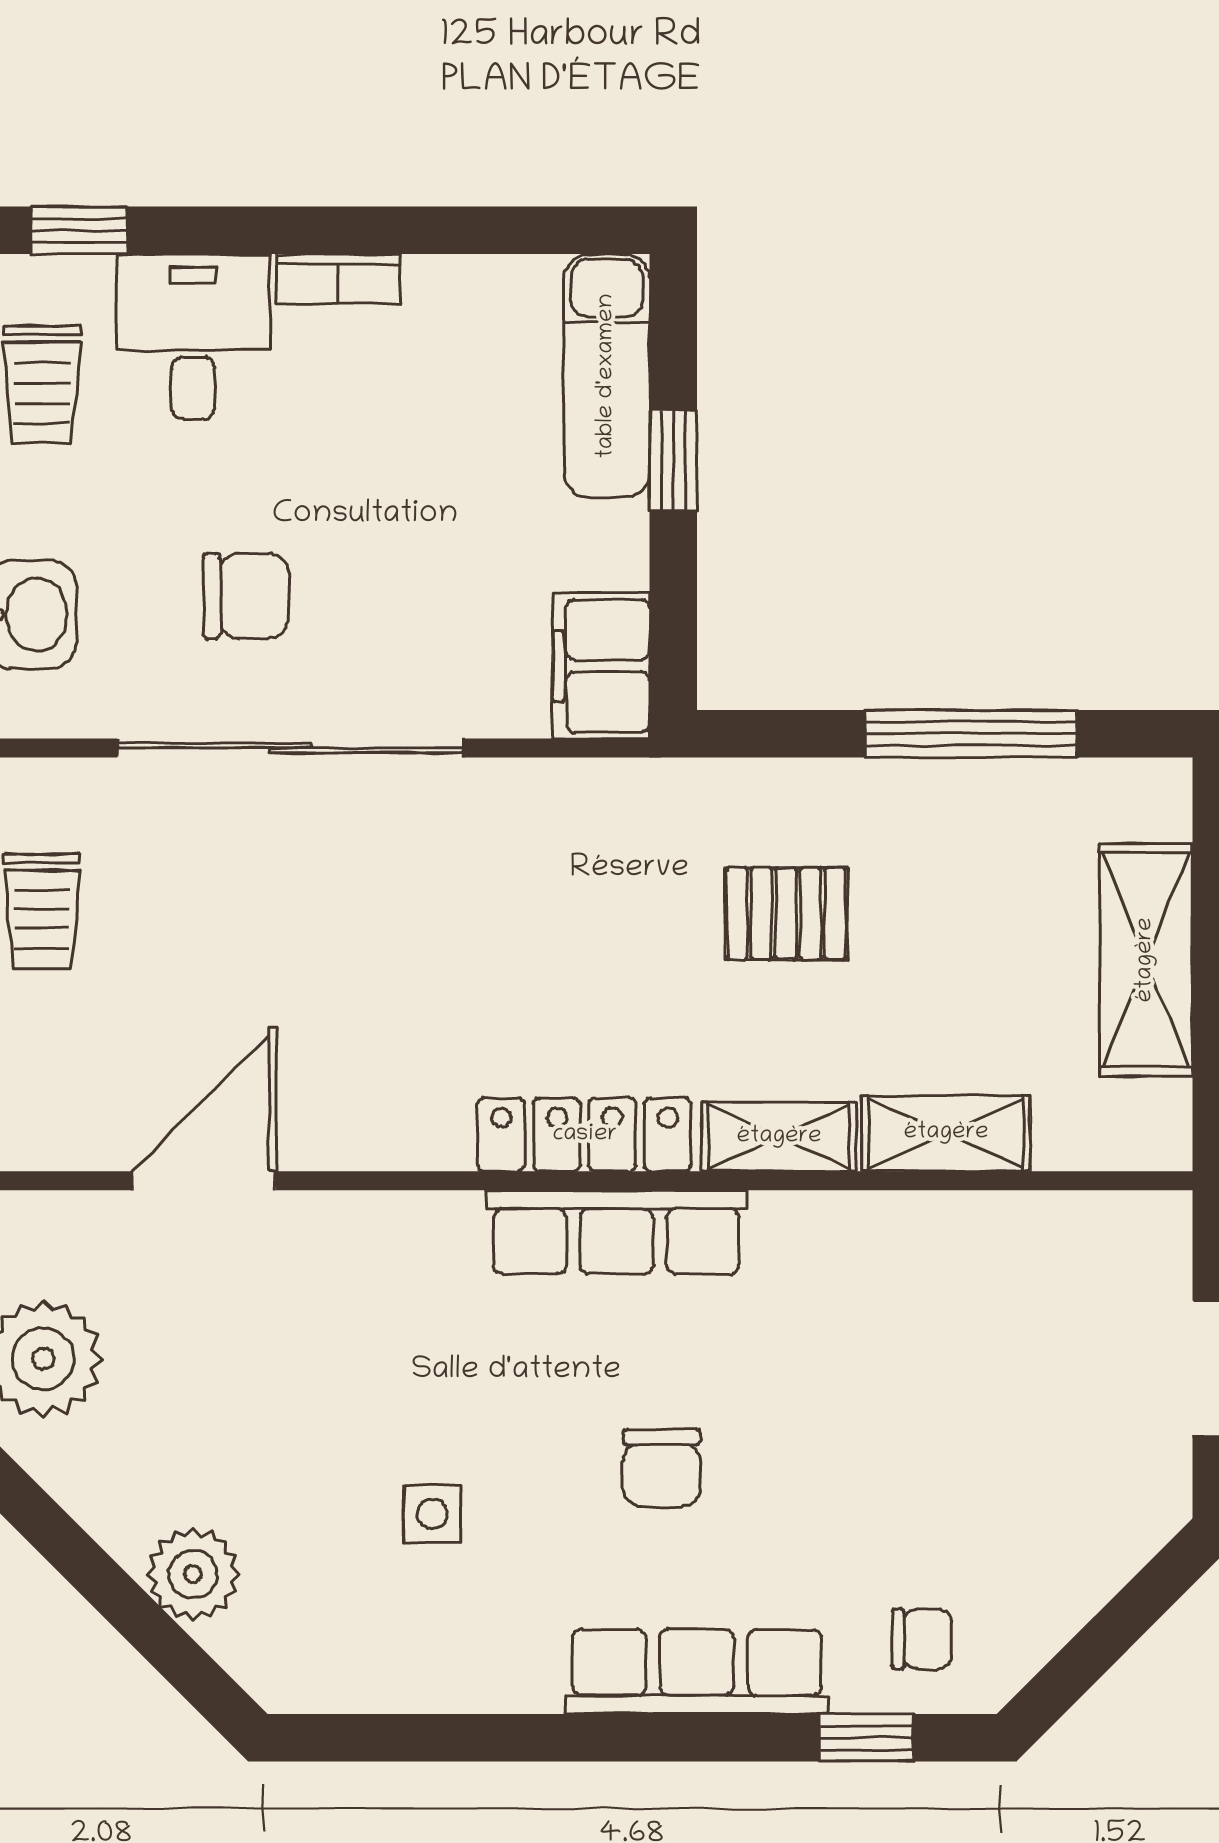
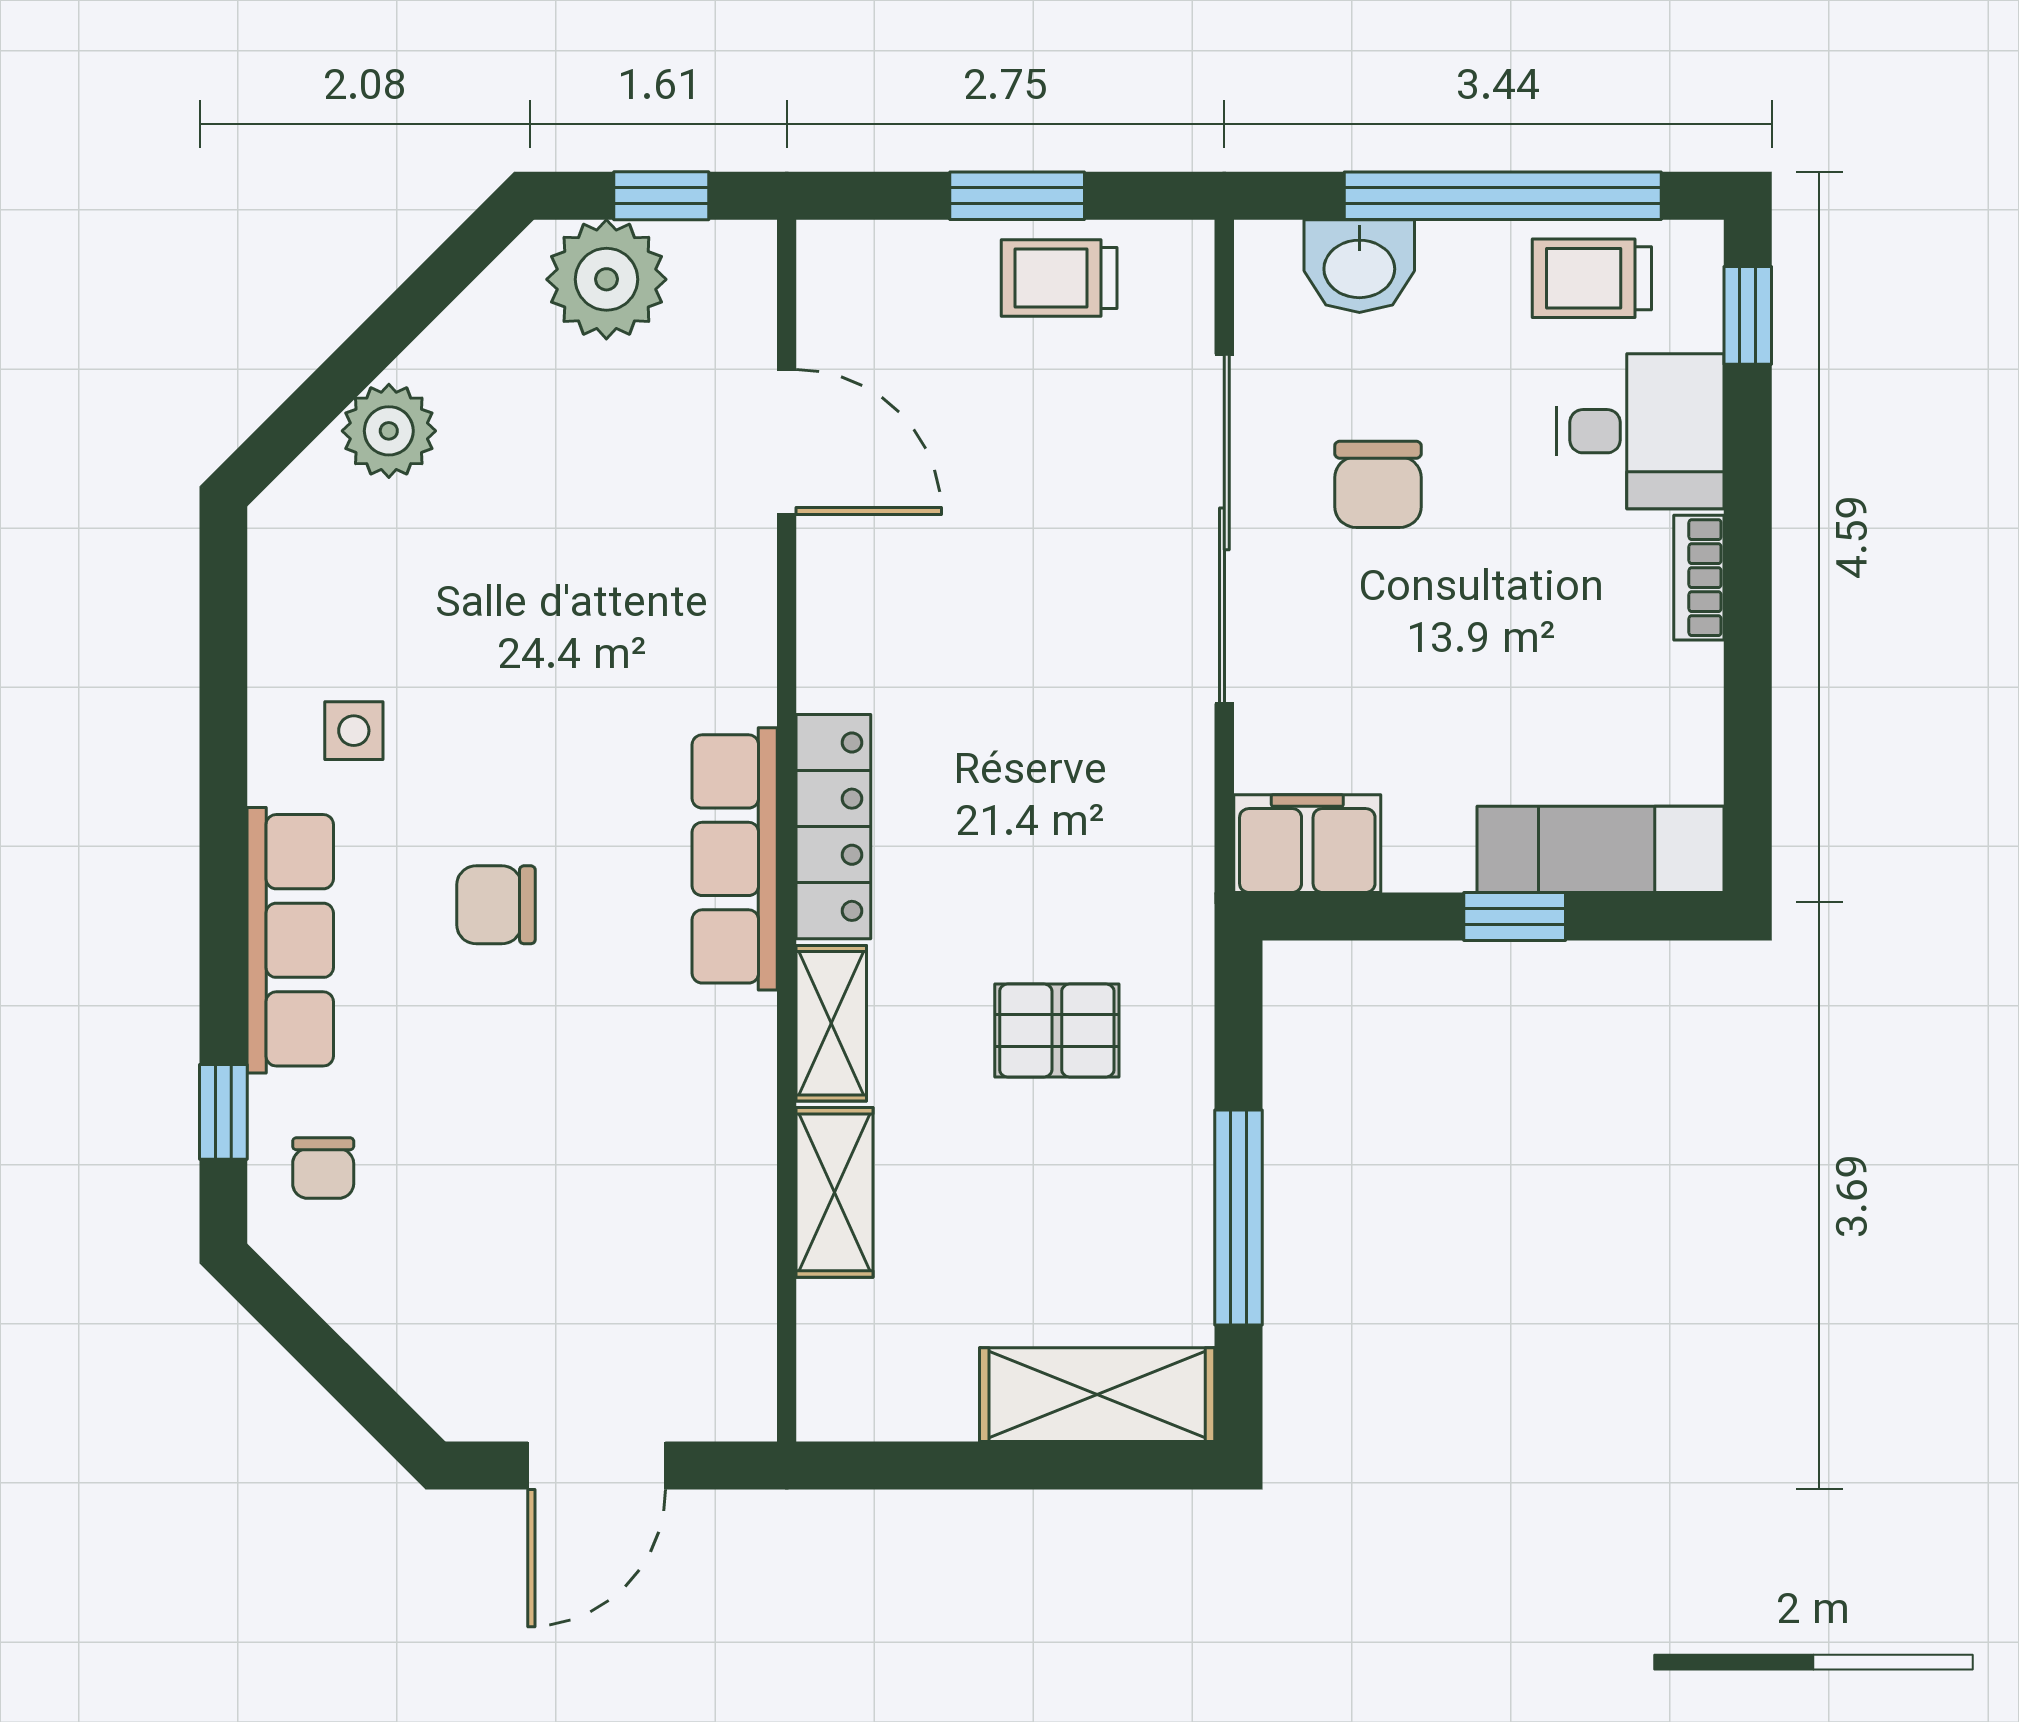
pallet: (786, 914) -> (1057, 1031), turned 90
shelving: (1146, 960) -> (1097, 1395), moved
side table: (432, 1514) -> (354, 731), moved

